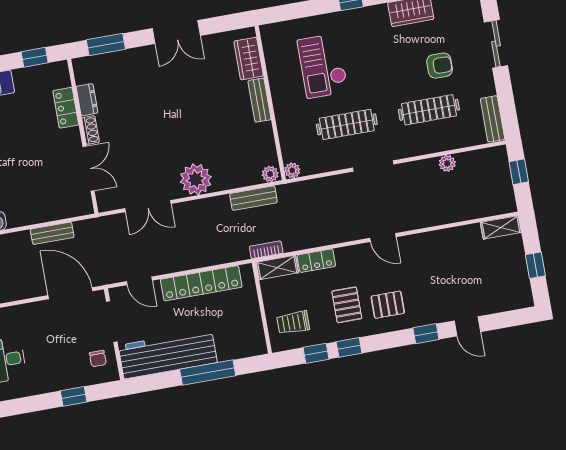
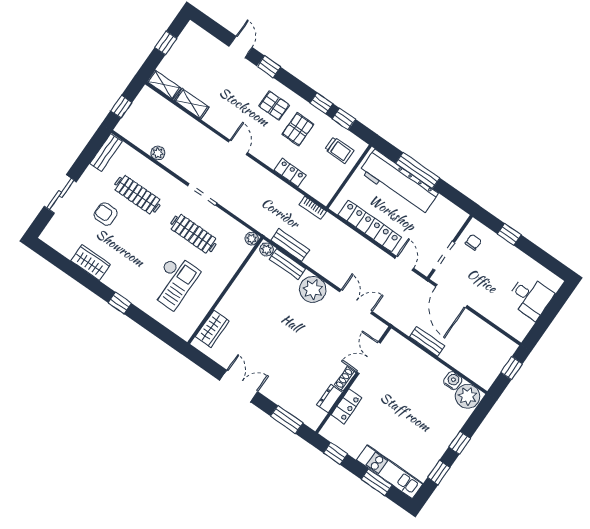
bench: (259, 100) -> (287, 264), moved, turned 90
shelving: (277, 268) -> (191, 104), moved
workbench: (168, 354) -> (399, 182), moved

